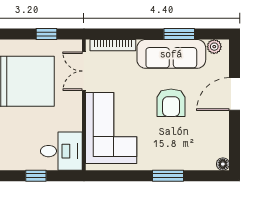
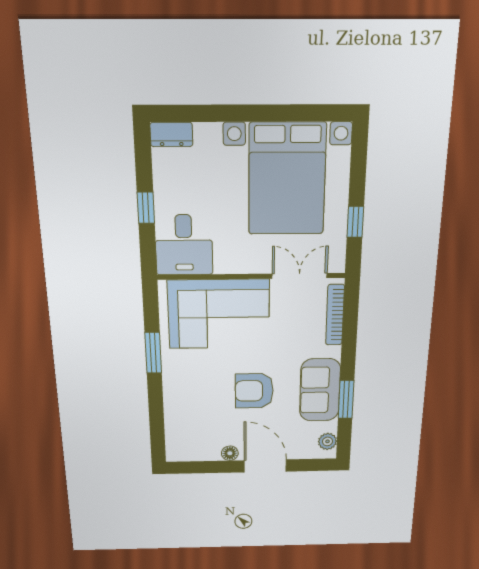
sofa: (171, 54) -> (320, 390), width x0.73
floor lamp: (223, 164) -> (230, 453), moved
window: (168, 176) -> (153, 353), moved

